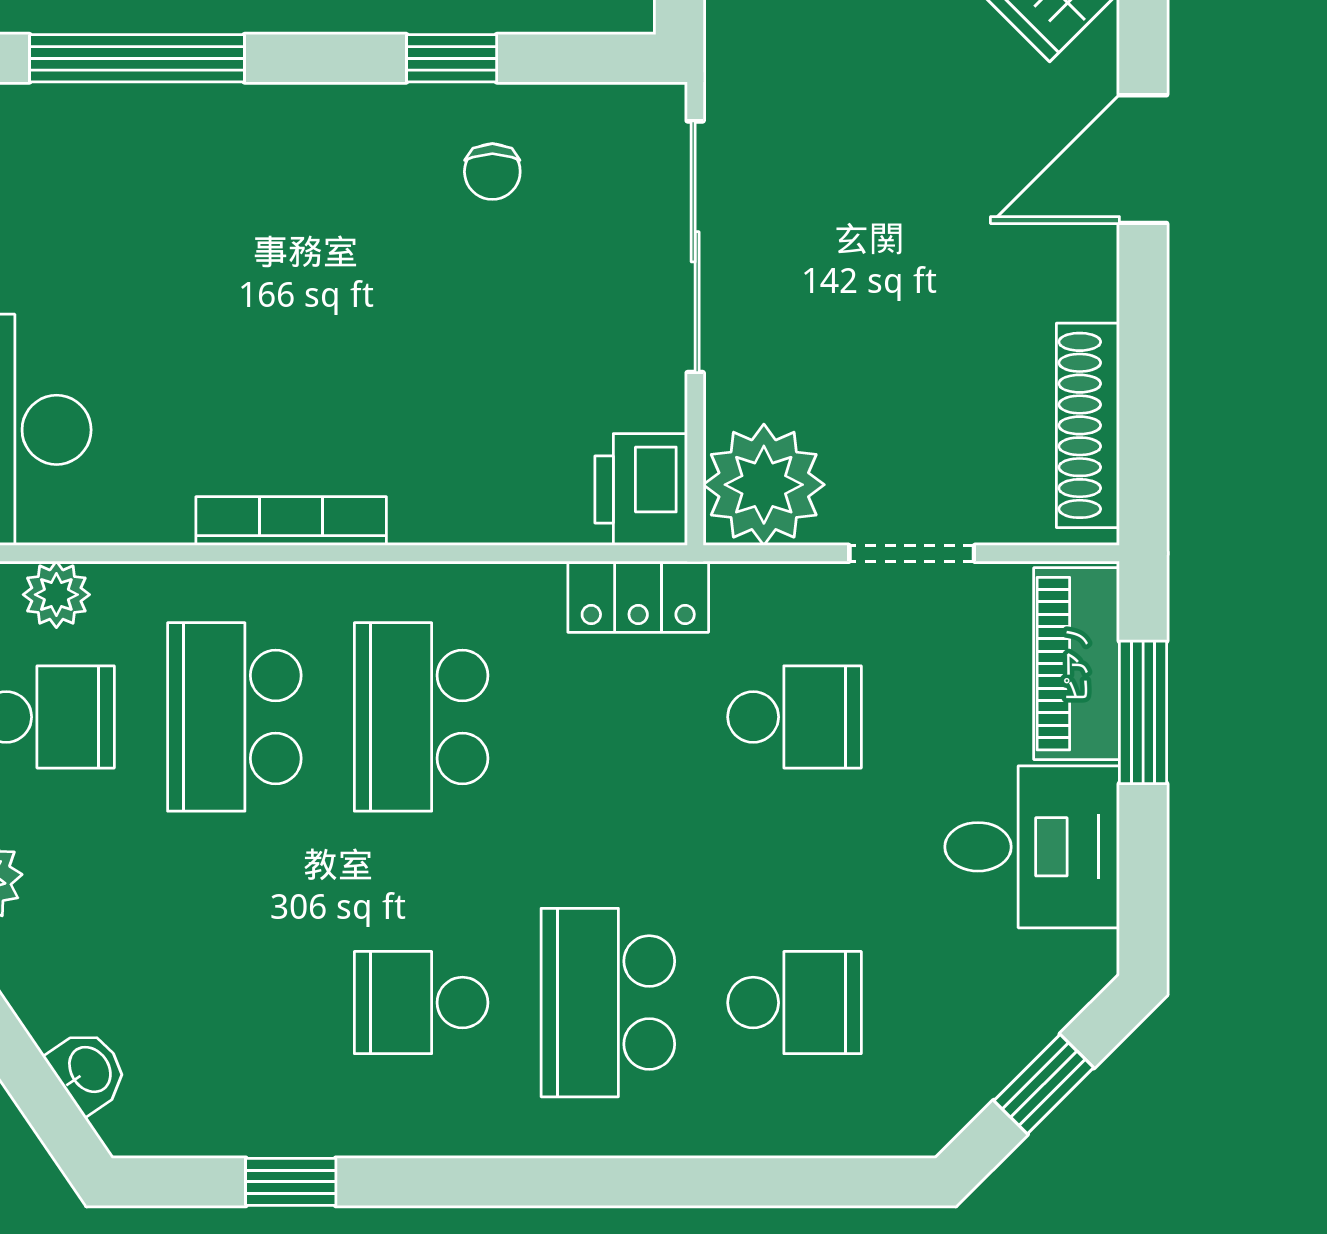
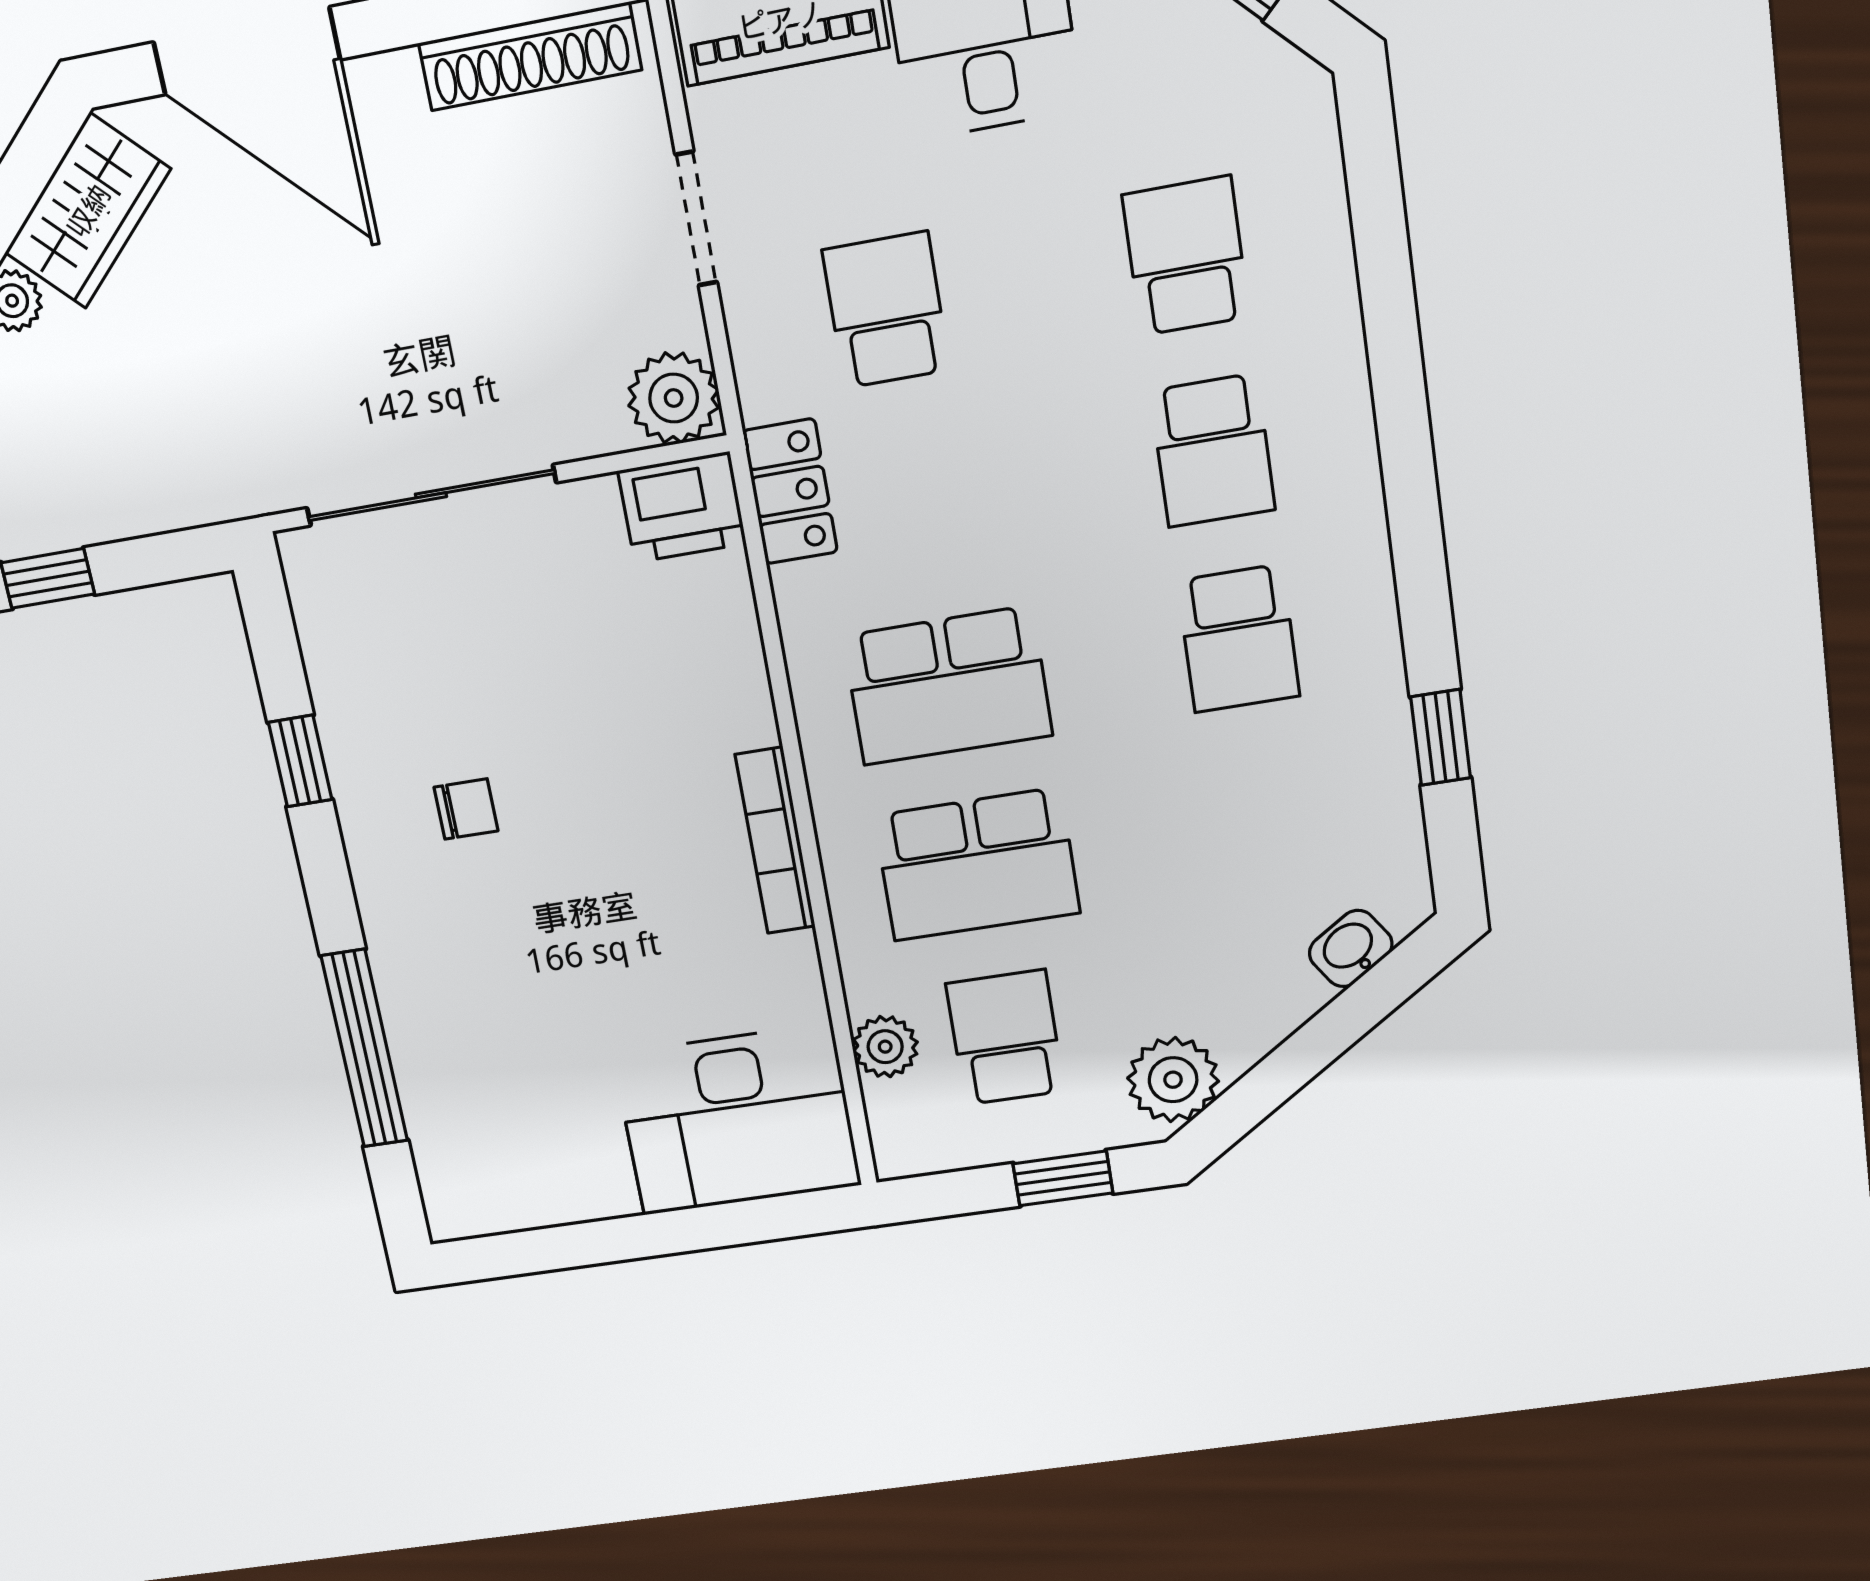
door: (1143, 159) -> (247, 51), width x1.36
chair: (492, 172) -> (466, 809), moved
plant: (764, 485) -> (674, 398), width x0.73, depth x0.73
school desk: (608, 1003) -> (1213, 451), width x0.54

